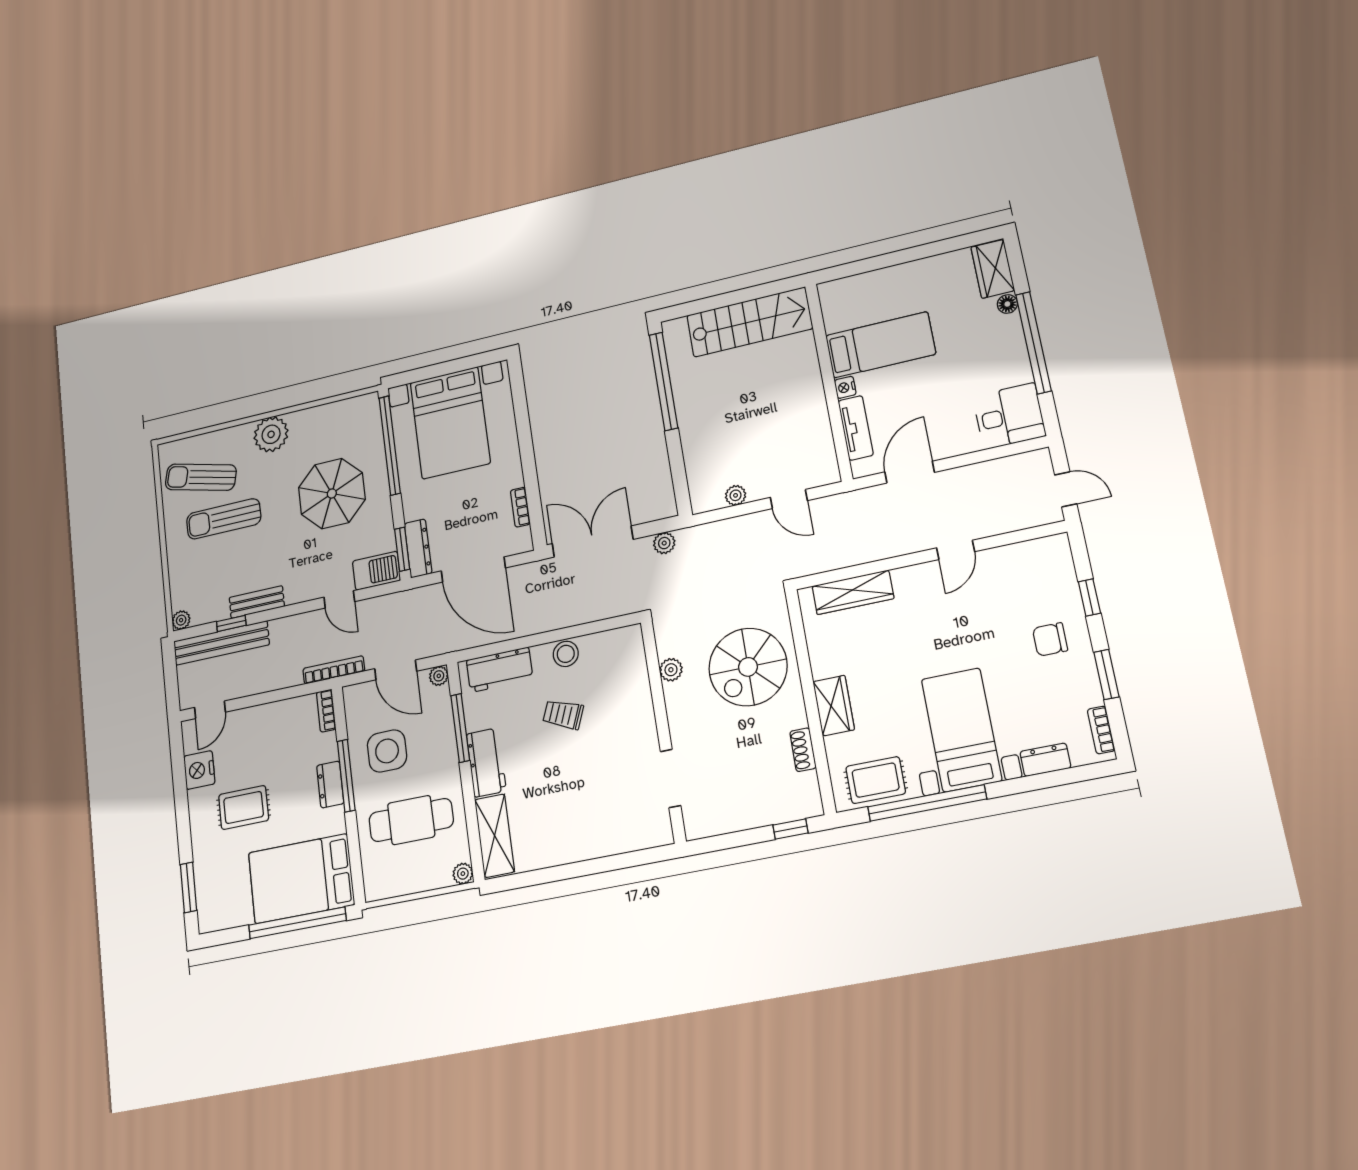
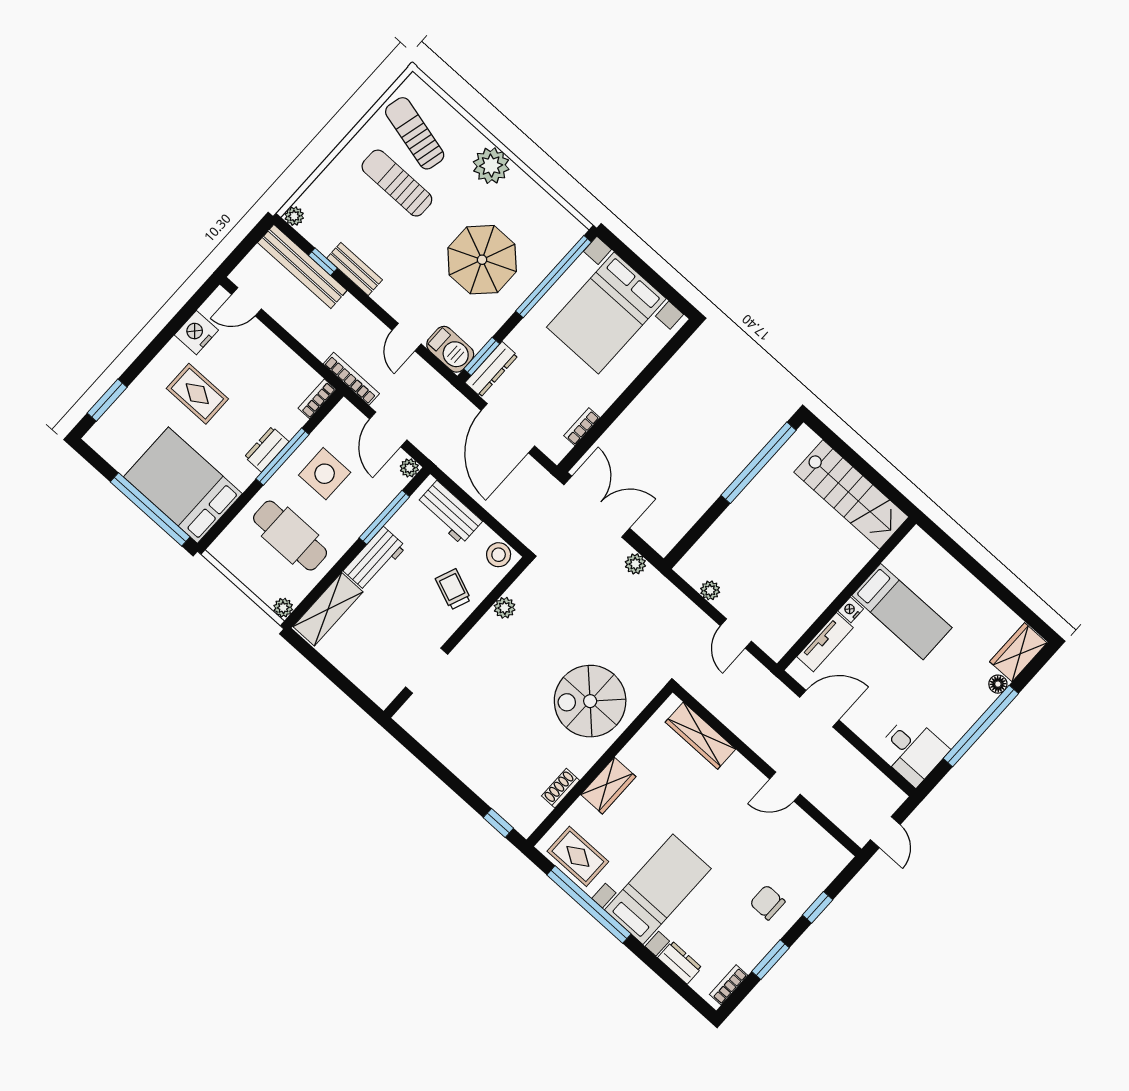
plant: (671, 670) -> (505, 608), moved
wall: (663, 730) -> (457, 637), moved
doorway: (671, 778) -> (427, 671), moved

